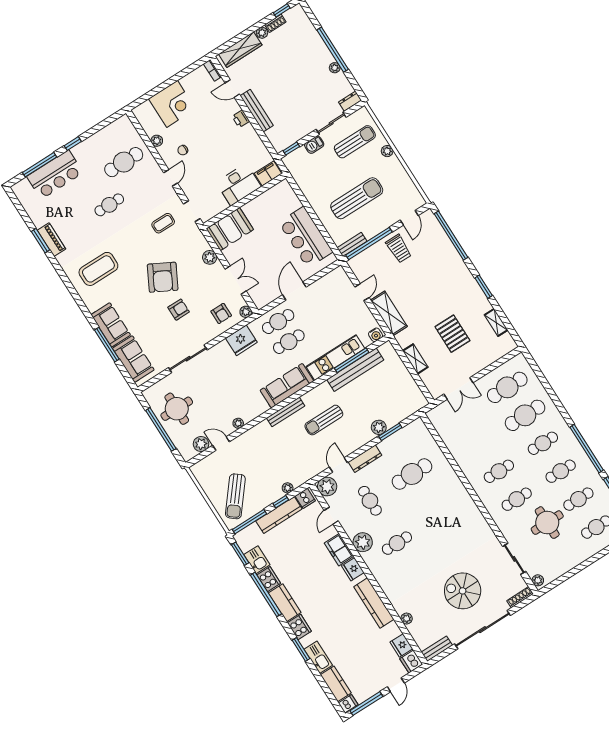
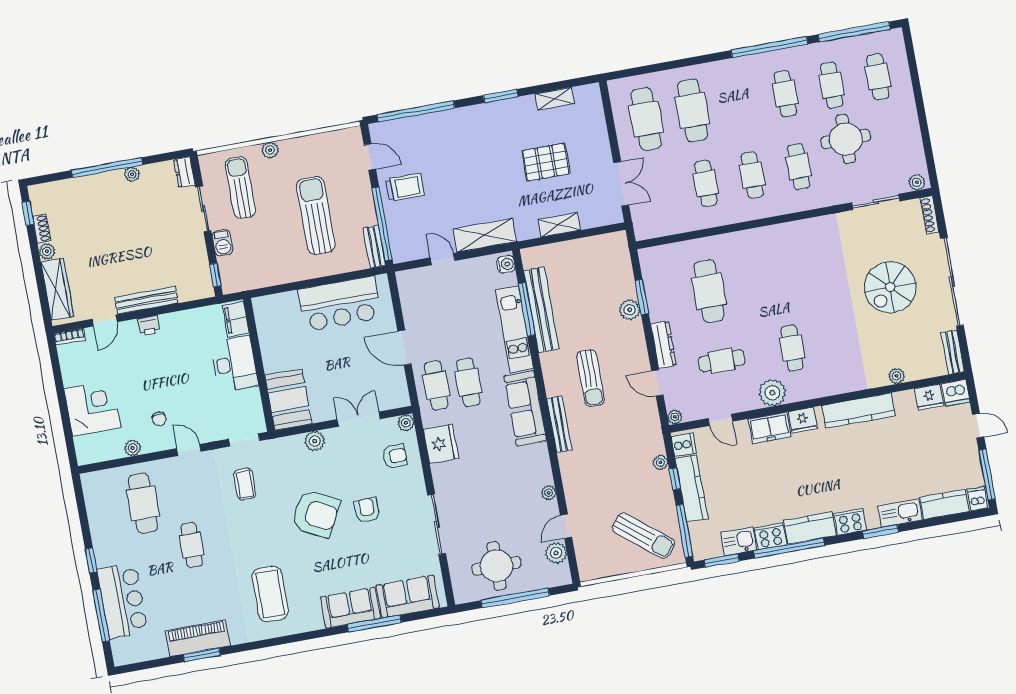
piano: (51, 240) -> (198, 638), width x1.37, depth x1.33
cafe table: (543, 443) -> (706, 183), moved
plant: (327, 487) -> (675, 417), width x0.53, depth x0.53

